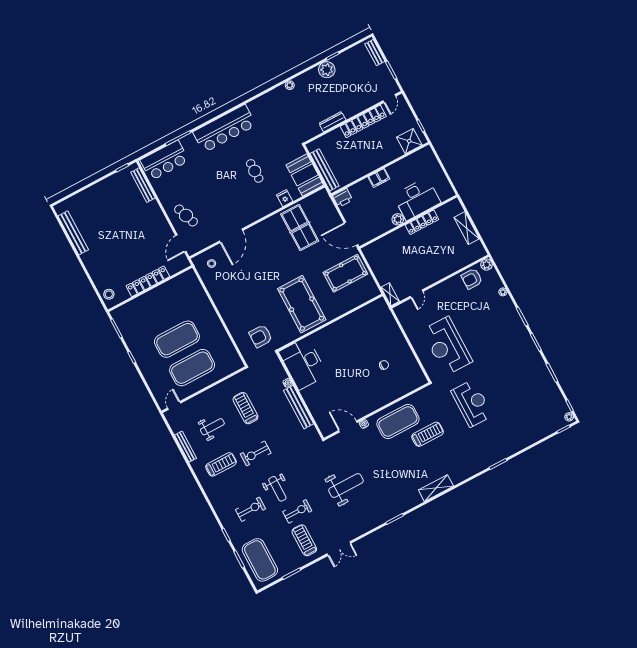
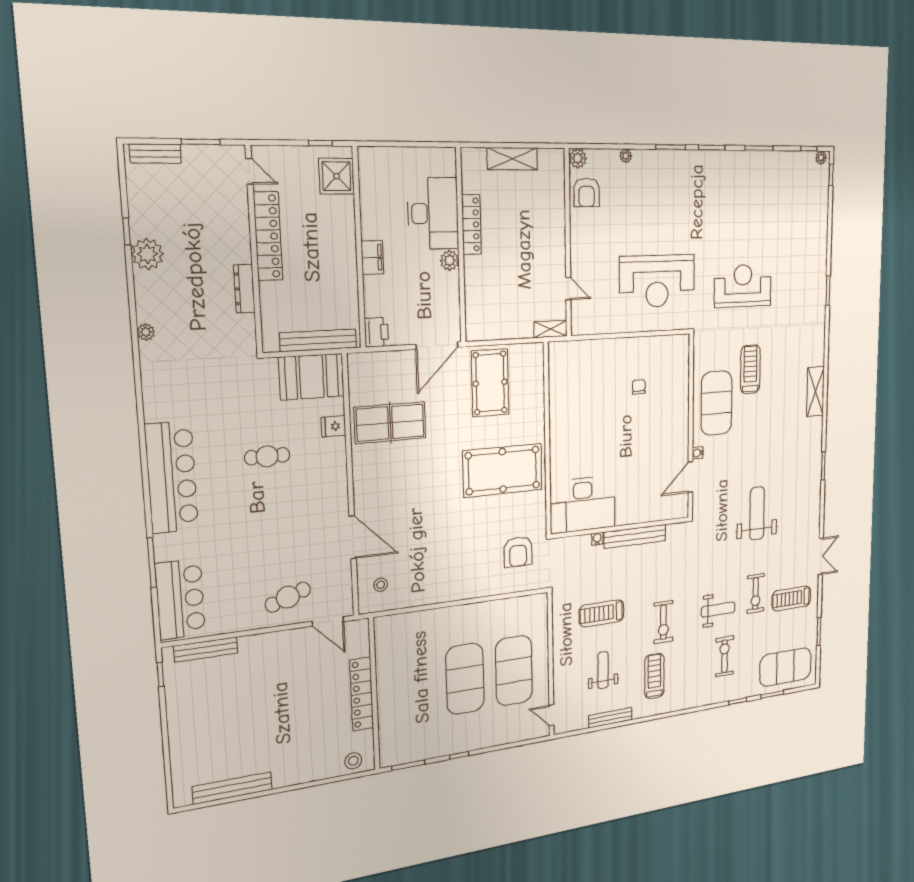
exercise bike: (297, 511) -> (756, 594), turned 180

